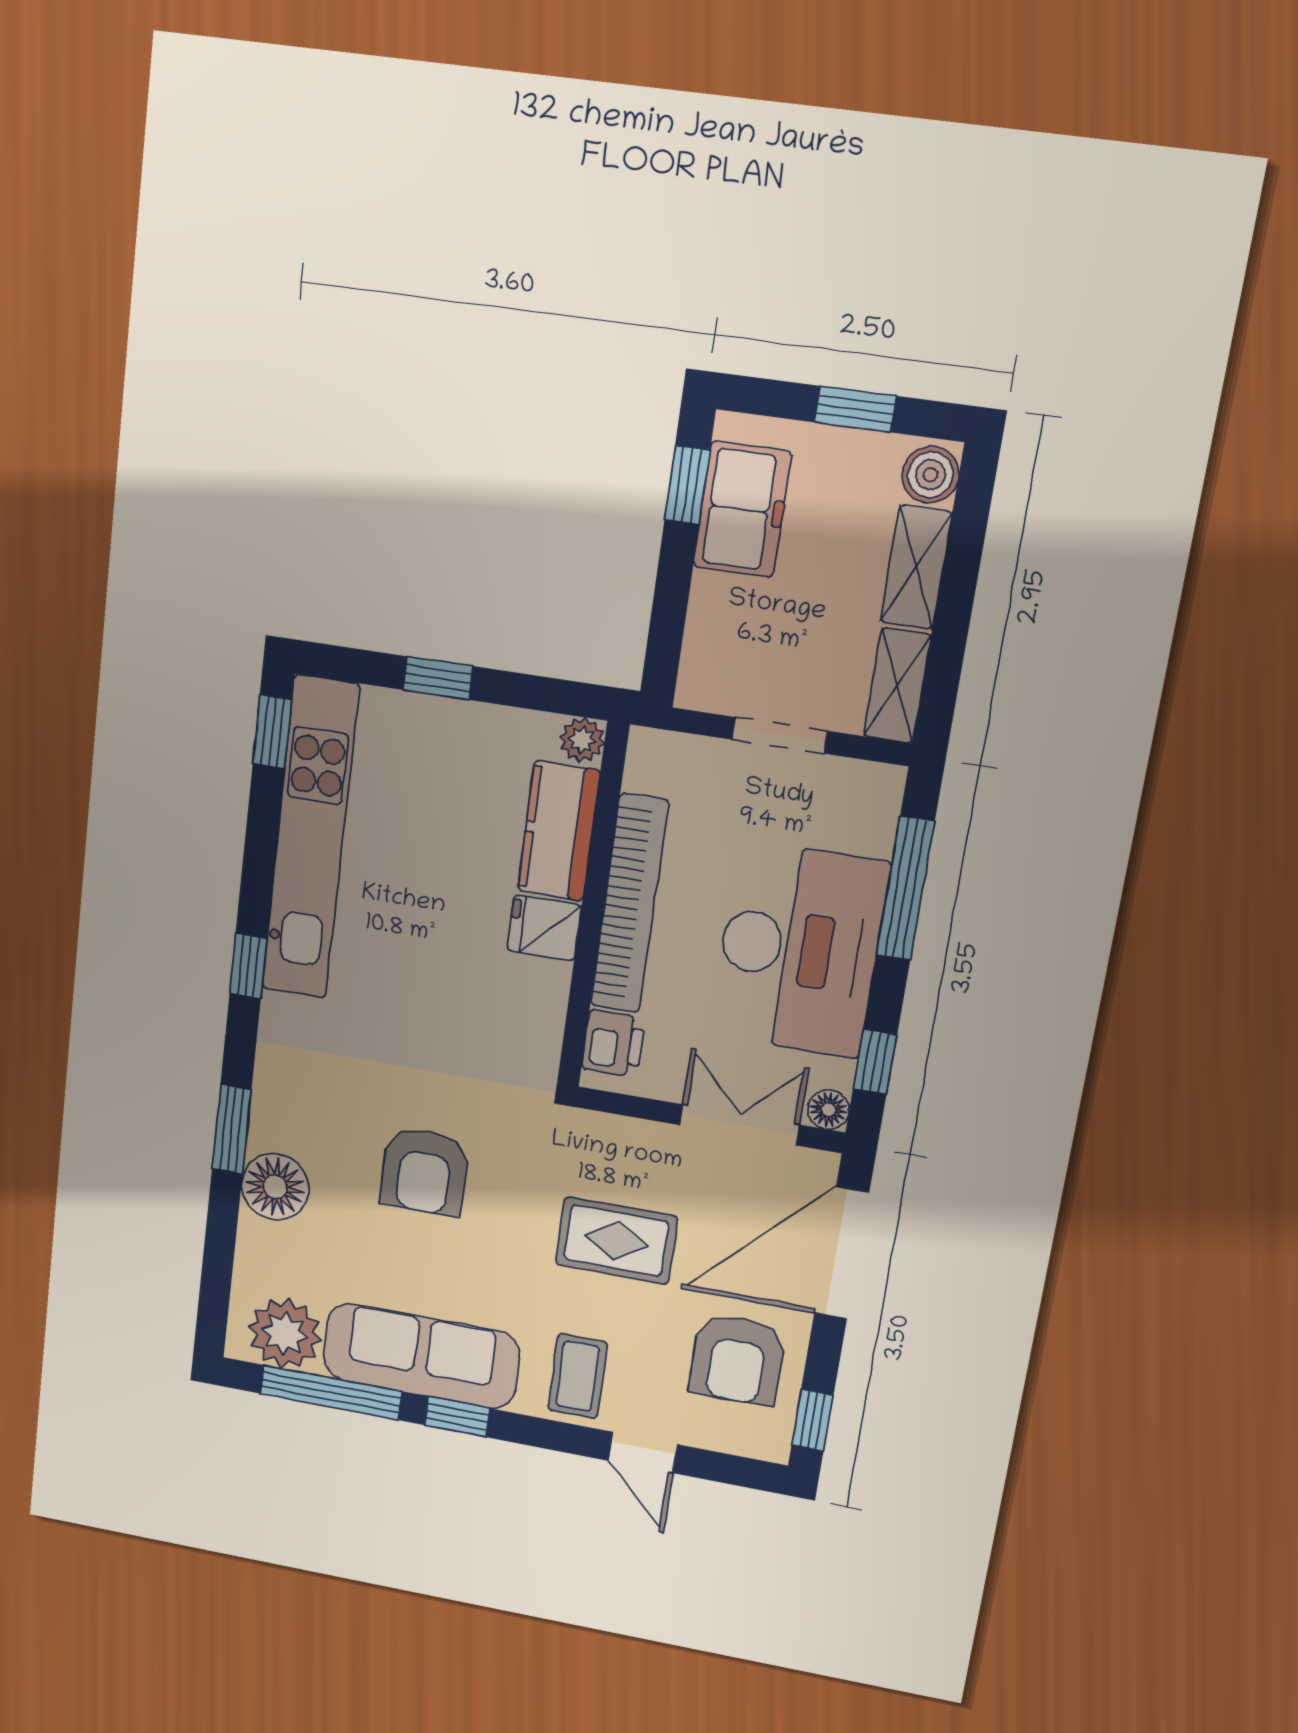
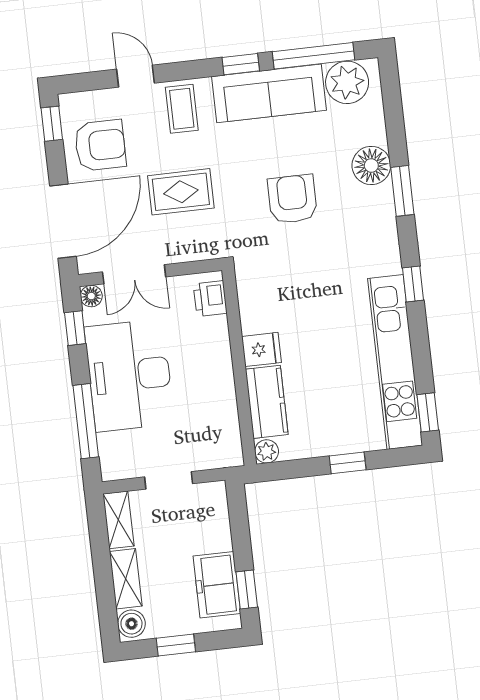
bookcase: (629, 904) -> (221, 374), removed
armchair: (737, 1360) -> (100, 145), turned 90

